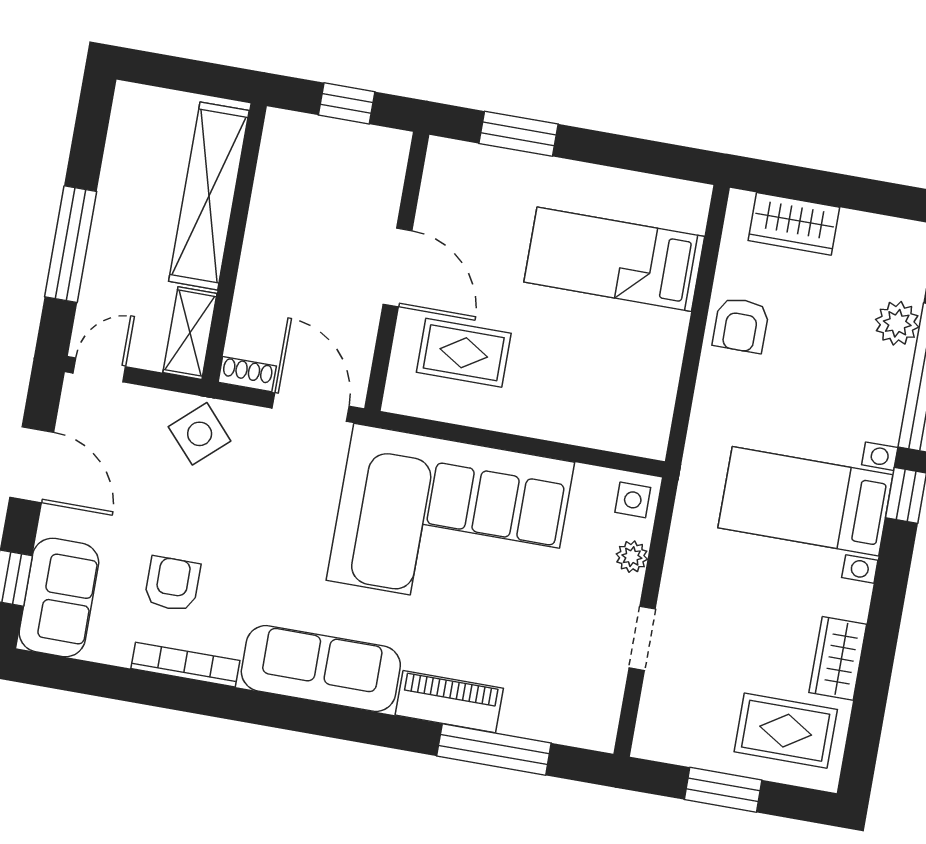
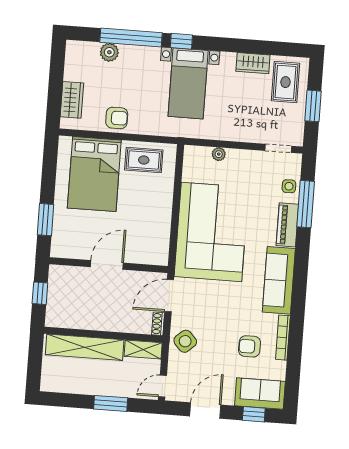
window: (71, 244) -> (111, 403), width x0.69
bed: (614, 259) -> (94, 174), width x1.50
rug: (464, 353) -> (144, 160), moved, turned 90
door: (99, 370) -> (162, 386), hinge flipped
side table: (633, 500) -> (289, 186), moved
doorway: (642, 638) -> (278, 148), moved

